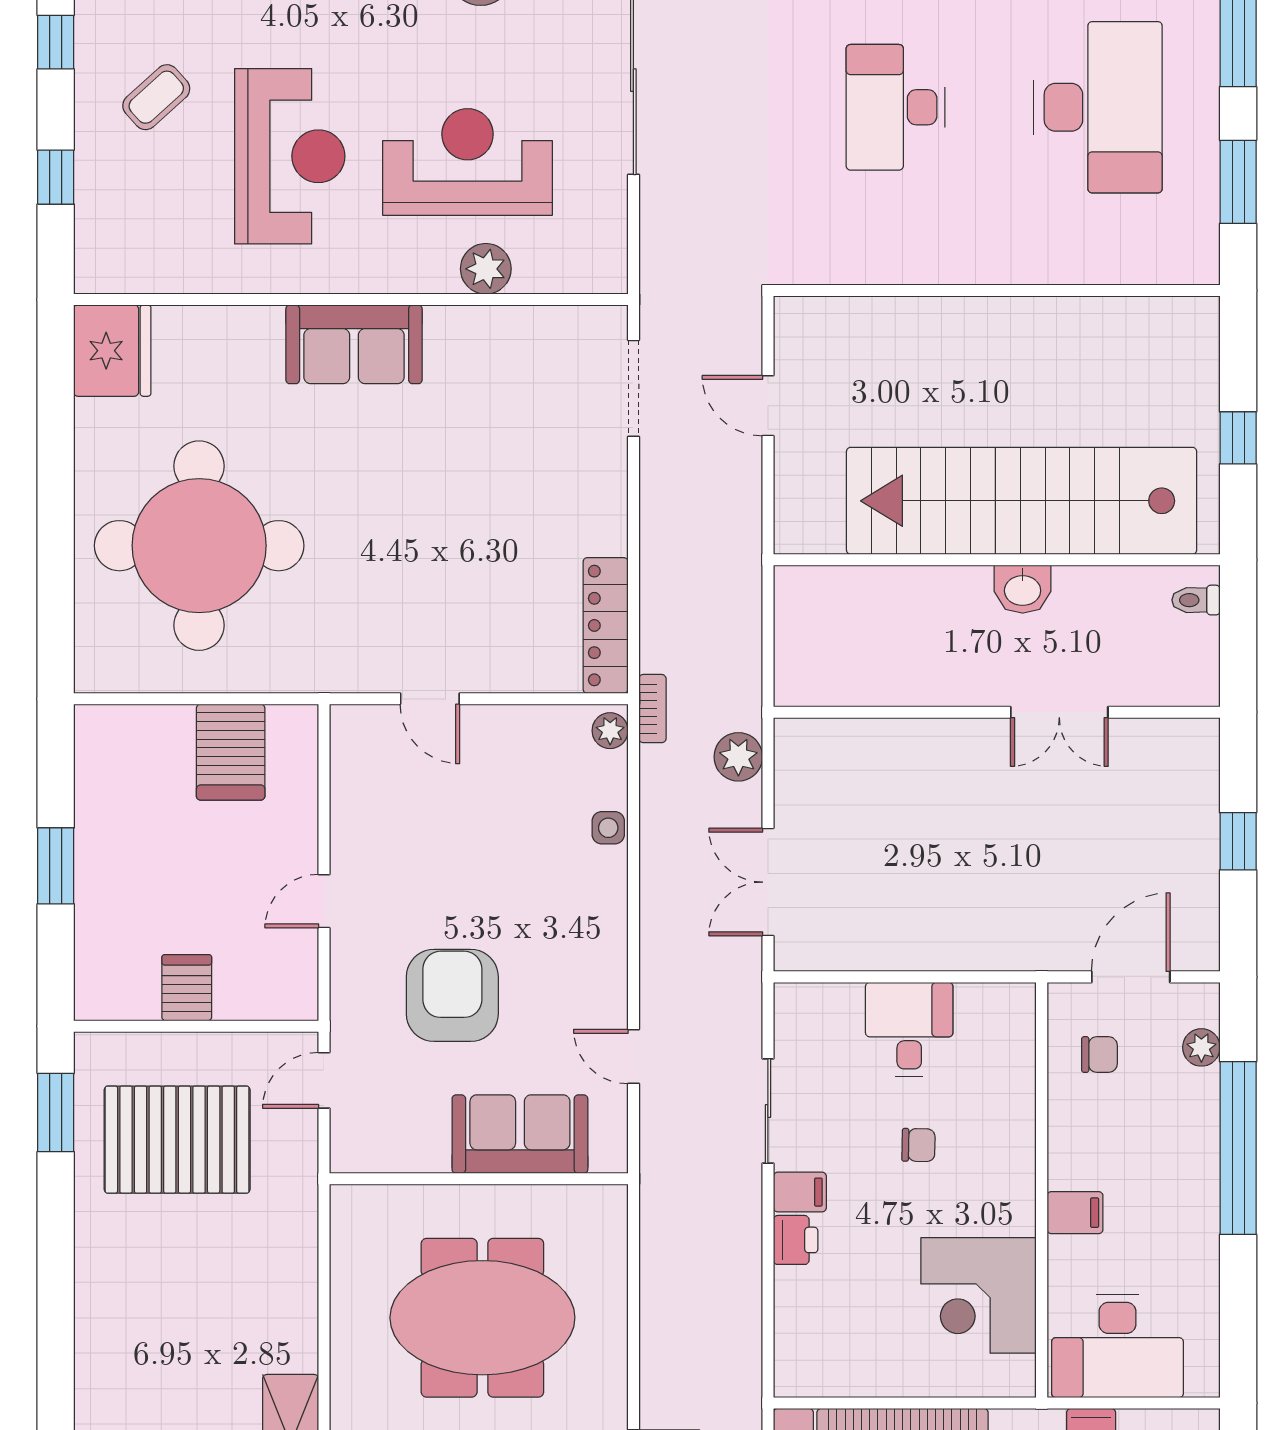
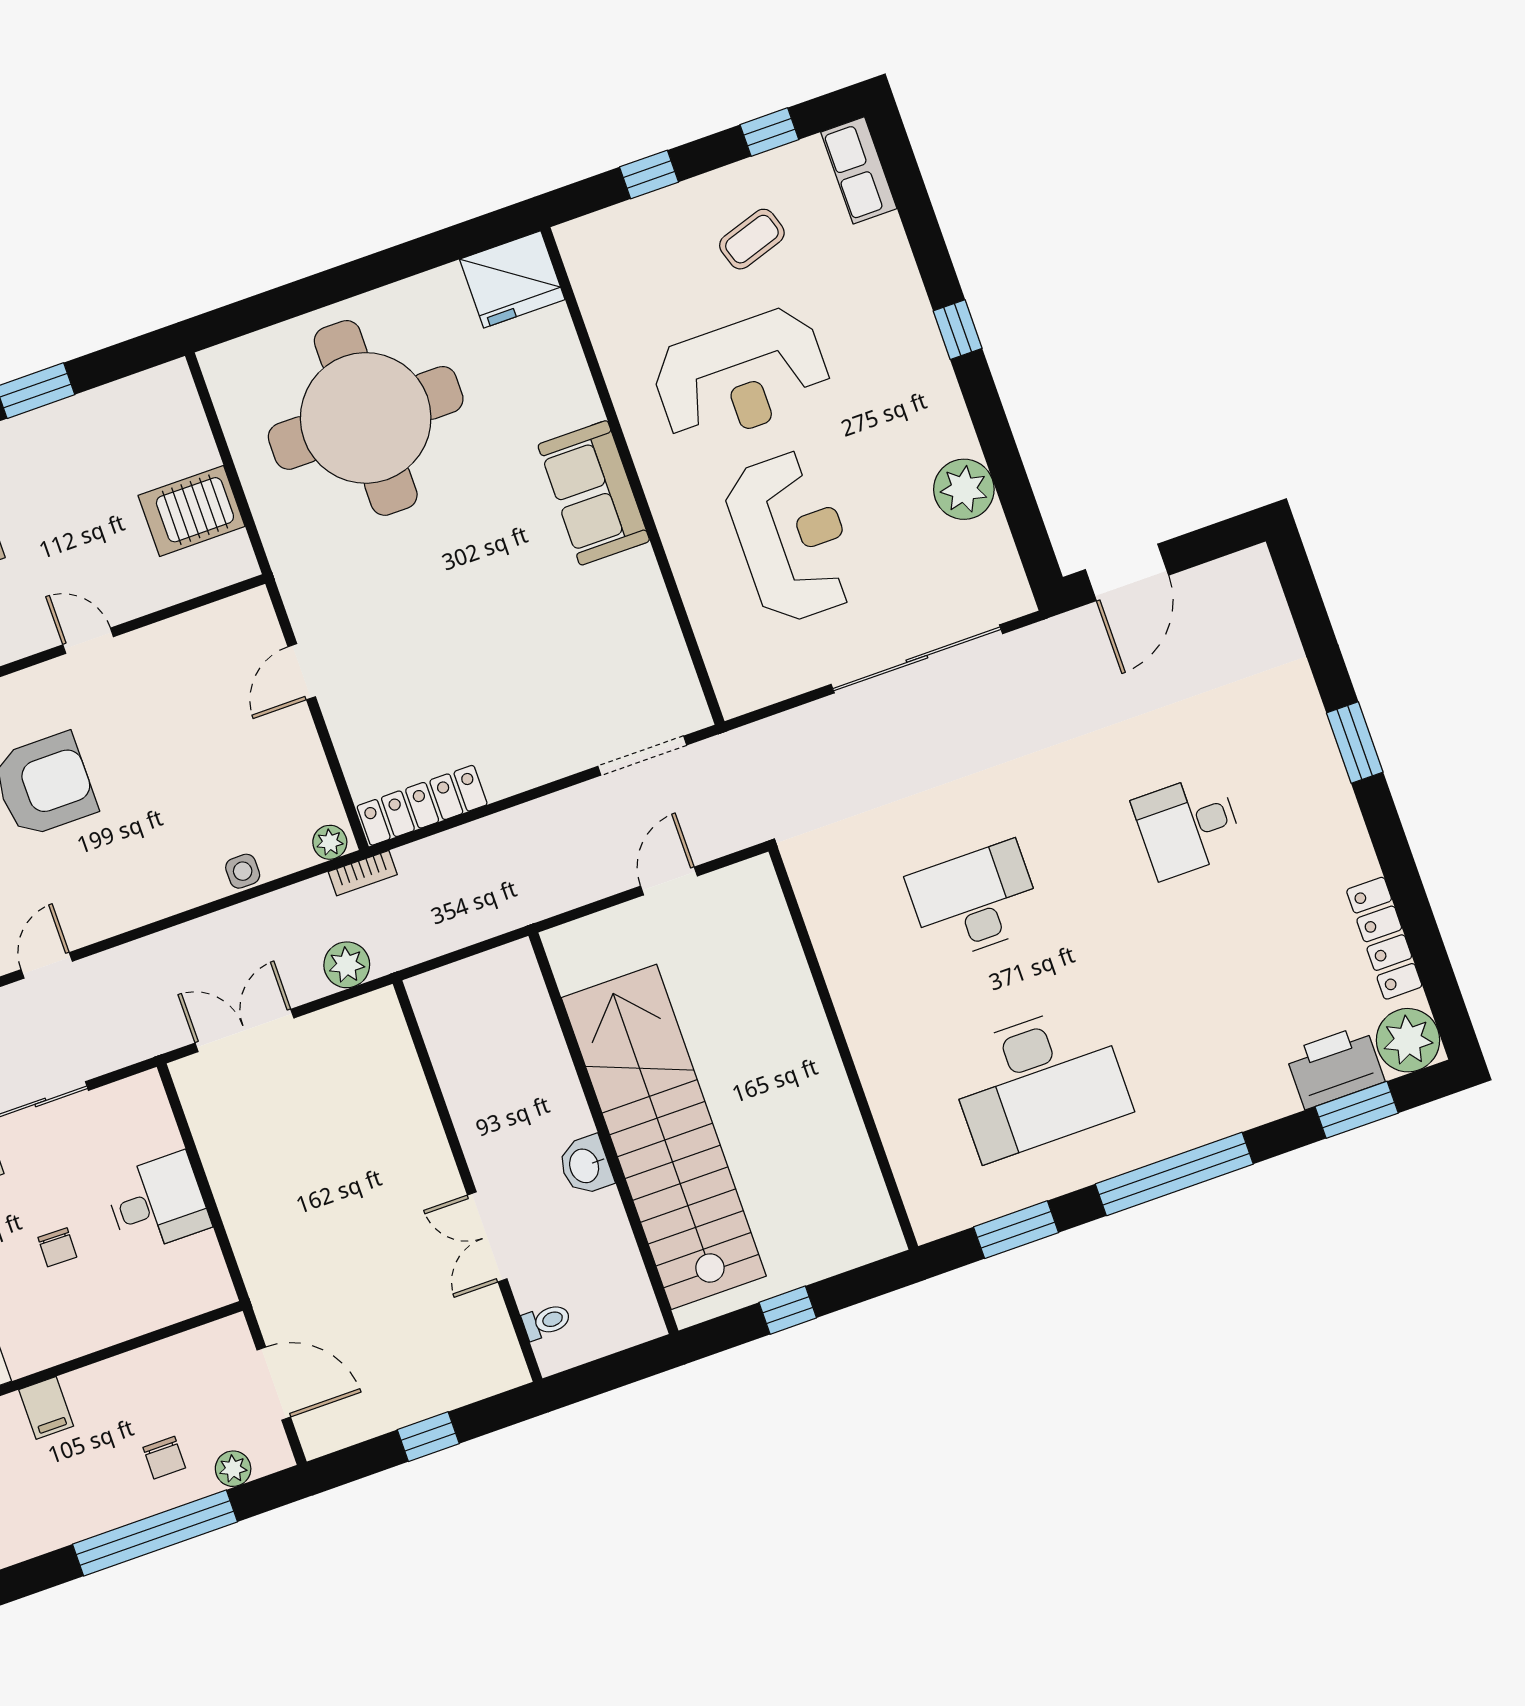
coffee table: (156, 97) -> (752, 239), turned -66
plant: (486, 269) -> (702, 587), removed
toilet: (1196, 600) -> (547, 1321), moved, turned 90
chair: (1099, 1055) -> (164, 1458), moved

